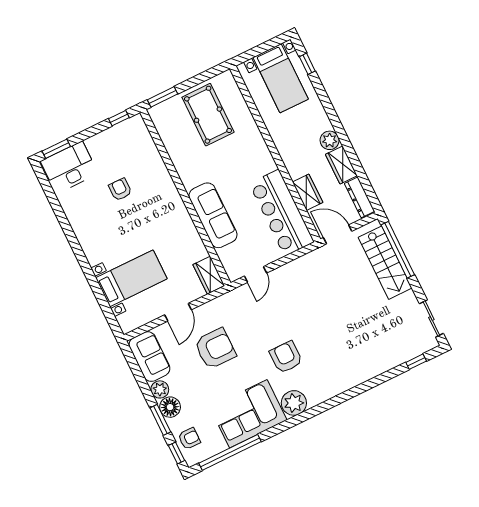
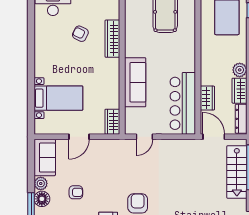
wardrobe: (161, 177) -> (112, 39), added
armchair: (120, 189) -> (80, 34), turned -64
armchair: (215, 349) -> (76, 192), moved, width x0.53, depth x0.53

